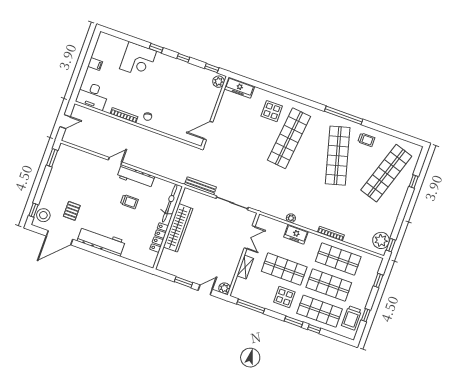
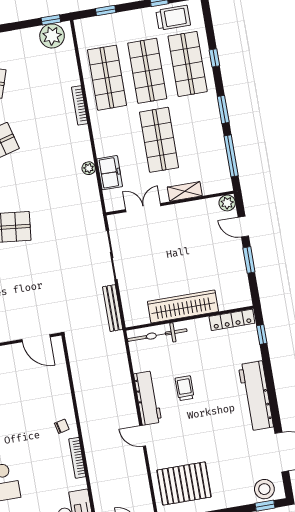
pallet: (72, 211) -> (184, 484), moved, width x2.05, depth x2.00
freezer: (296, 234) -> (110, 173), moved
locker: (159, 238) -> (232, 320), moved
window: (135, 265) -> (262, 335), added
display table: (284, 297) -> (195, 119), removed
window: (294, 322) -> (223, 109), moved

